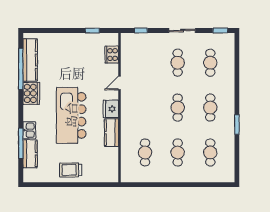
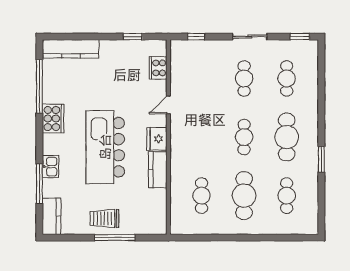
kitchen counter: (30, 60) -> (71, 49), moved, turned 90
cafe table: (210, 108) -> (287, 137), width x1.37, depth x1.35
cafe table: (178, 152) -> (244, 196), width x1.37, depth x1.35
kitchen counter: (30, 154) -> (52, 216), moved
window: (79, 185) -> (115, 238), added

